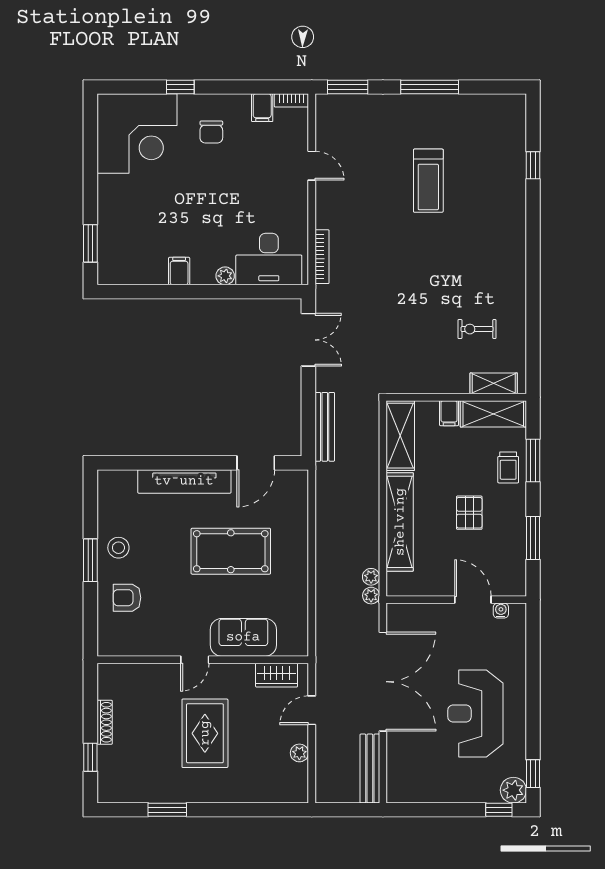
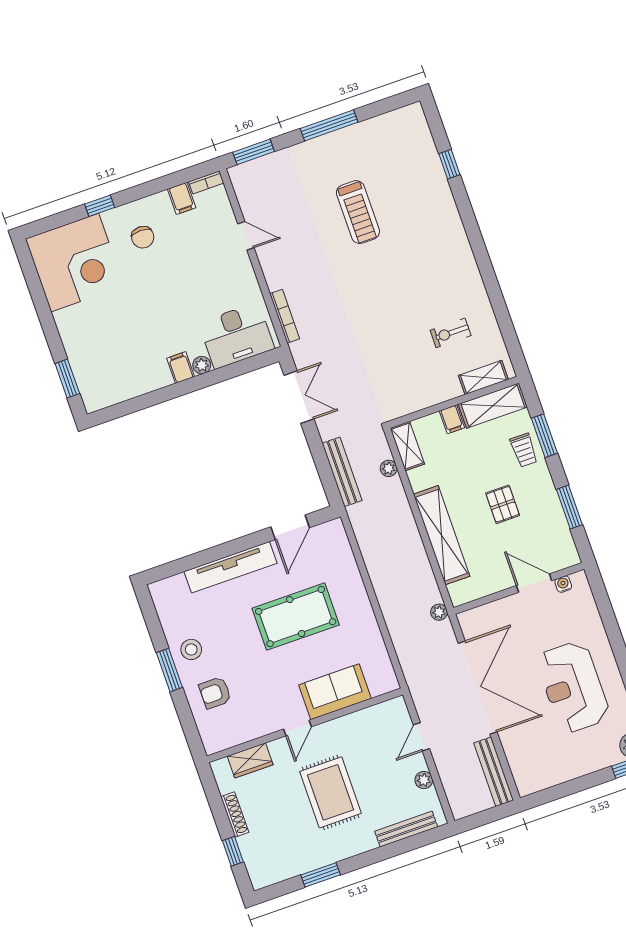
filing cabinet: (179, 271) -> (181, 367), moved
shelving: (400, 436) -> (407, 446), width x0.67, depth x0.75
plant: (371, 577) -> (389, 468), moved
wardrobe: (277, 675) -> (250, 760), moved
bench: (266, 794) -> (406, 829), added

